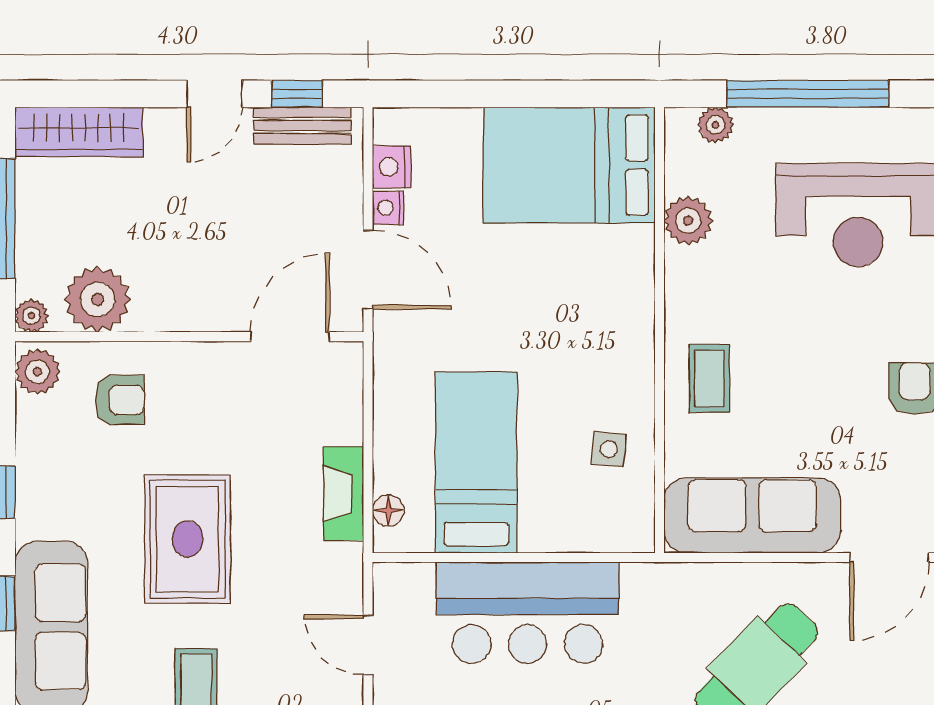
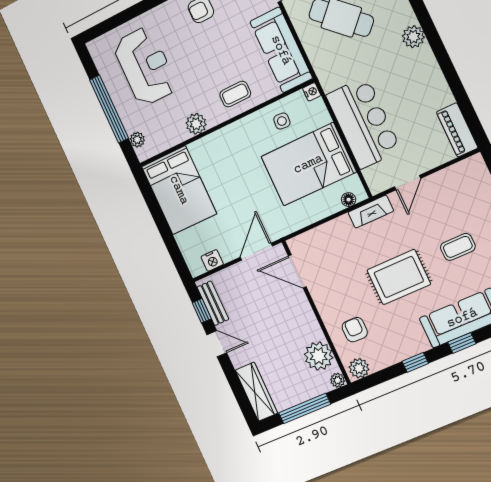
nightstand: (388, 208) -> (312, 92), moved, turned -90
plant: (688, 221) -> (196, 124), moved
bed: (476, 462) -> (308, 164), width x1.50
fireplace: (344, 494) -> (371, 212), moved

